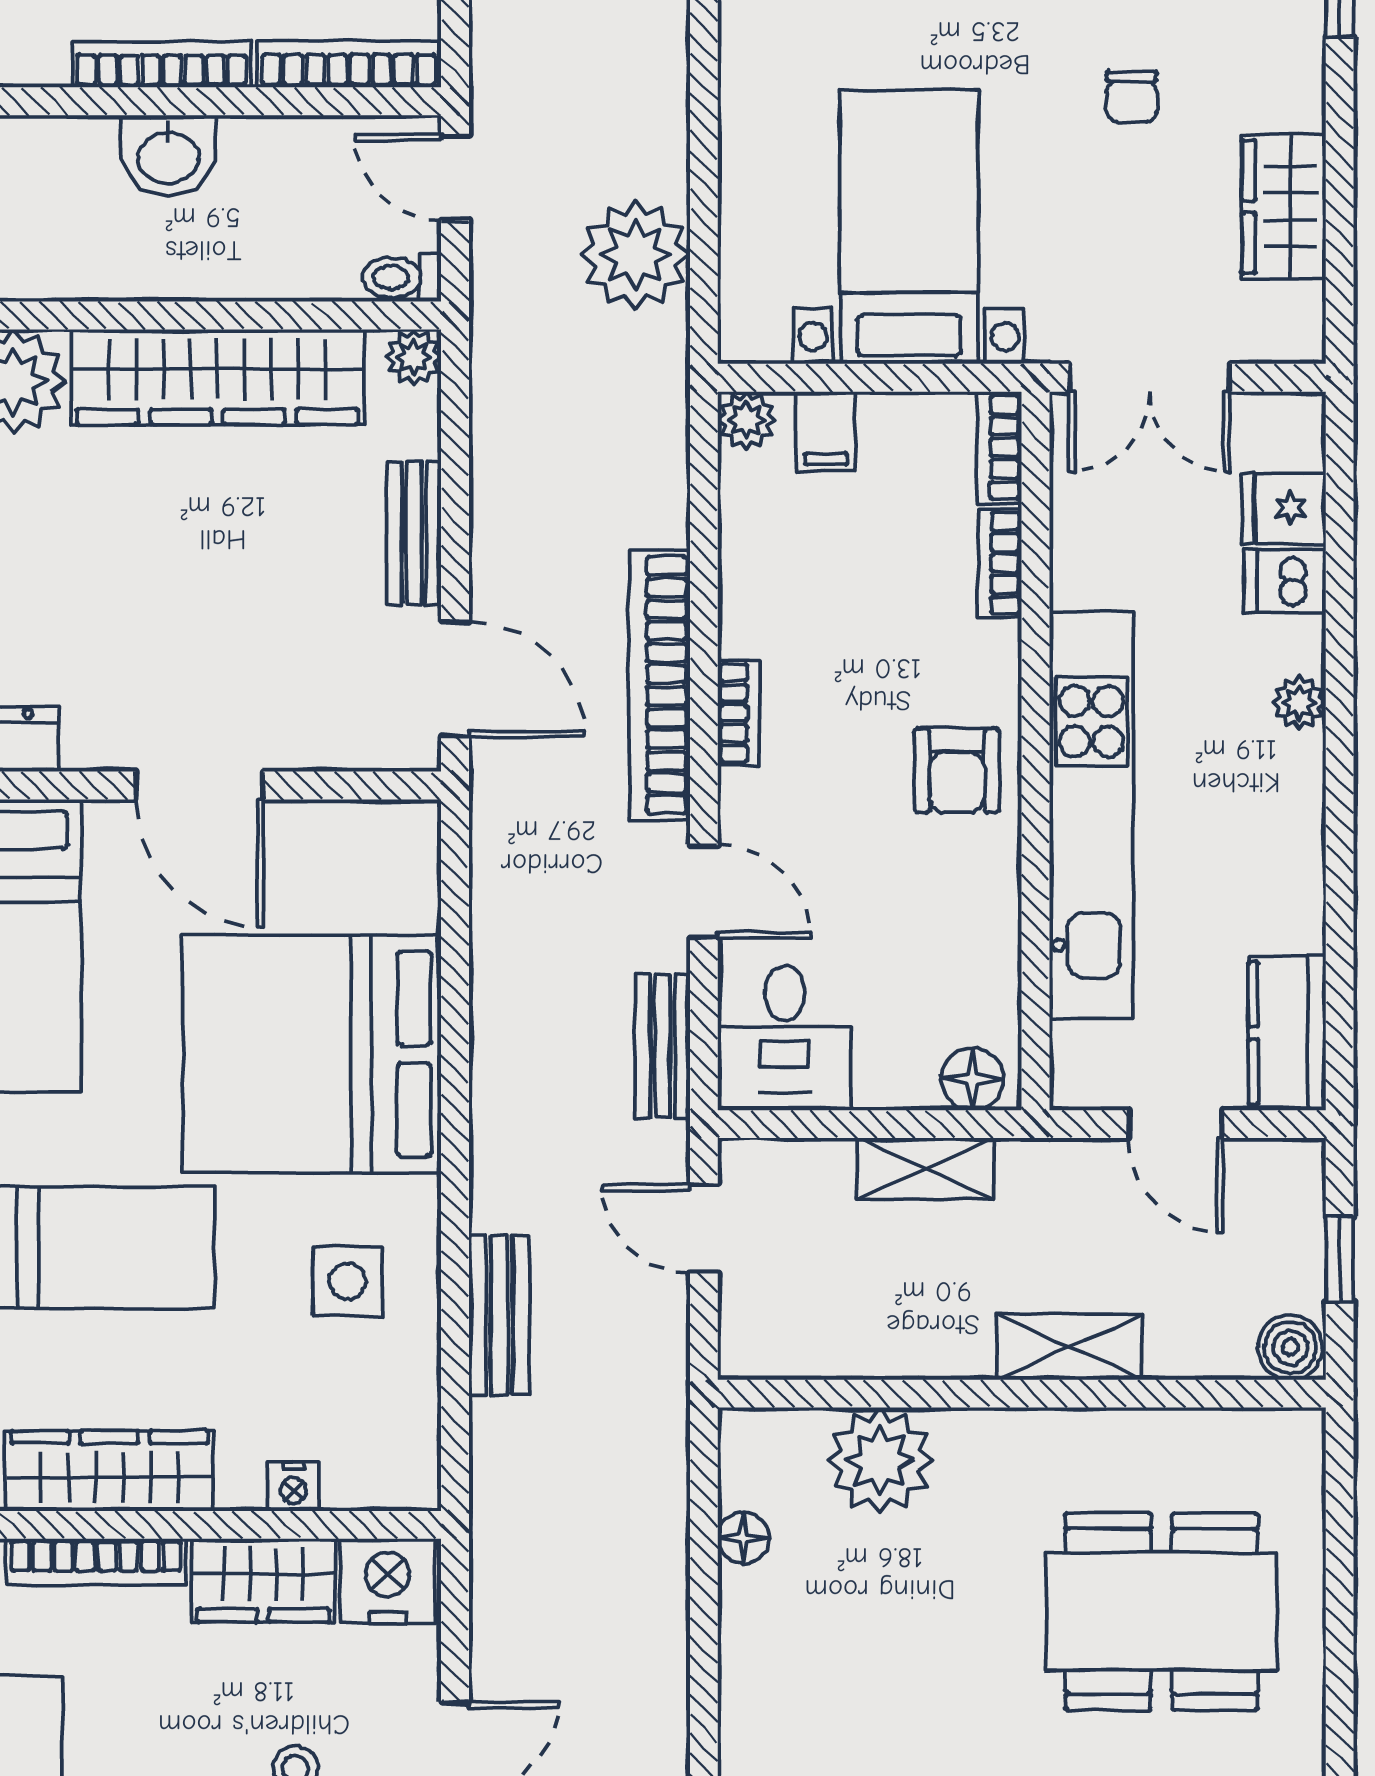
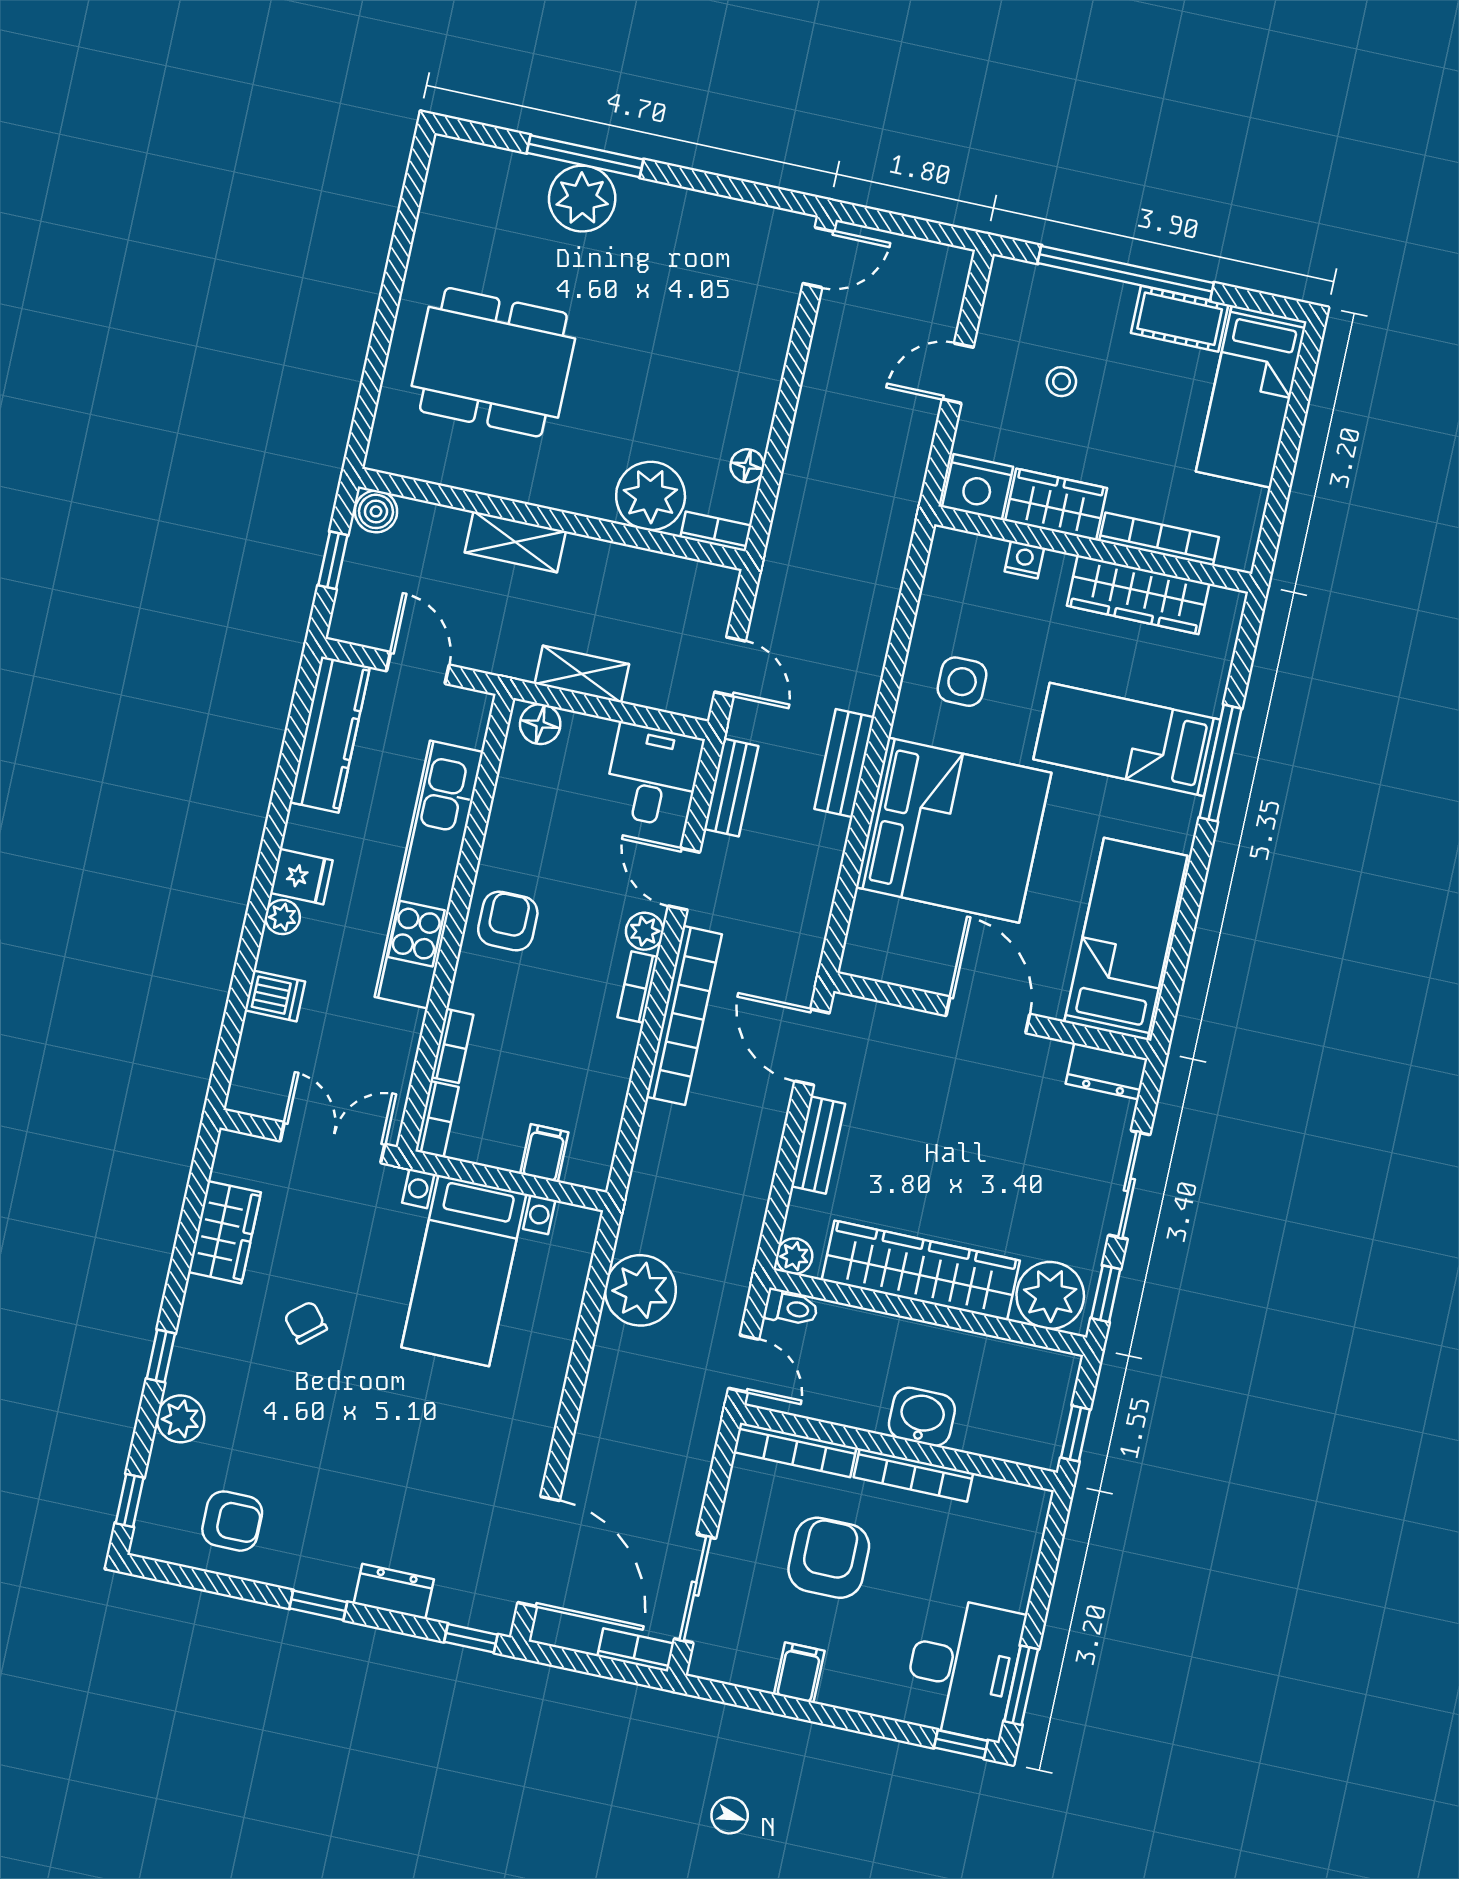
chair: (1132, 97) -> (306, 1322), turned -40
plant: (746, 420) -> (645, 931), moved
fridge: (1284, 508) -> (301, 877), moved
kitchen counter: (1287, 1033) -> (330, 734), width x1.50
bench: (499, 1315) -> (844, 763), moved
bookcase: (769, 1428) -> (716, 531), added

